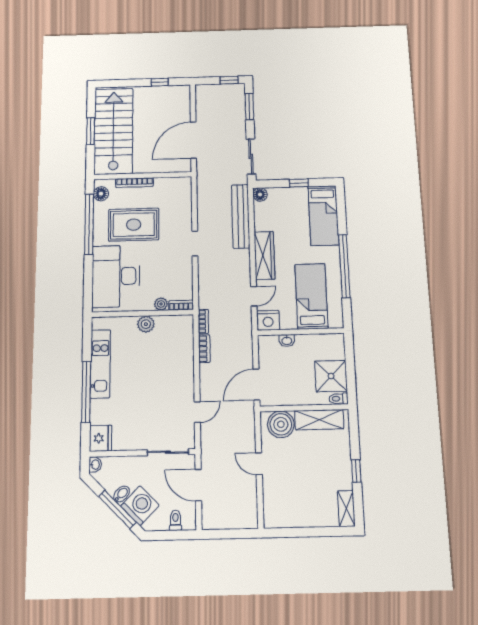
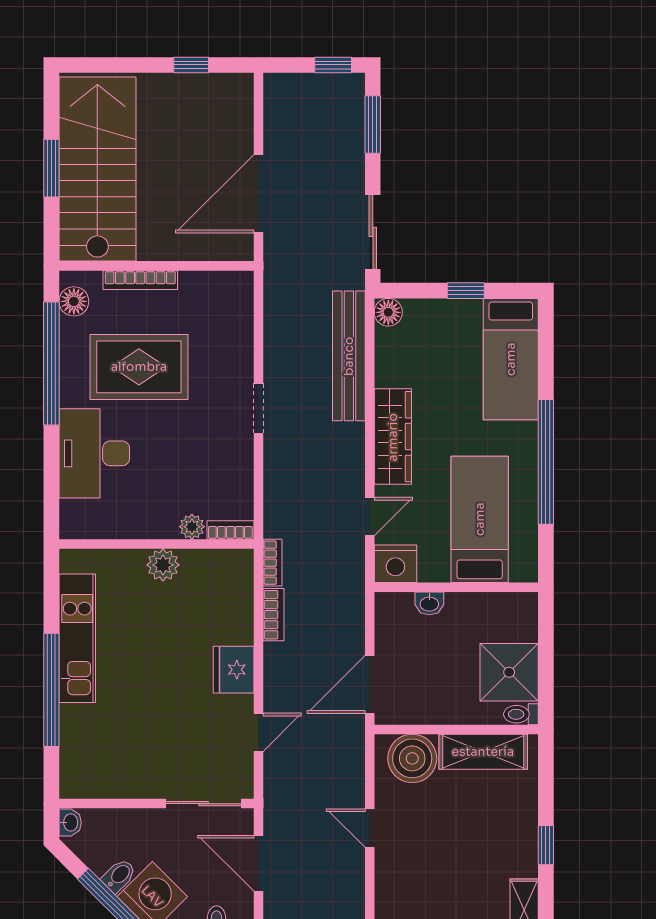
desk: (116, 276) -> (94, 453), width x0.73, depth x0.77
fridge: (100, 438) -> (234, 670), moved, turned 180

